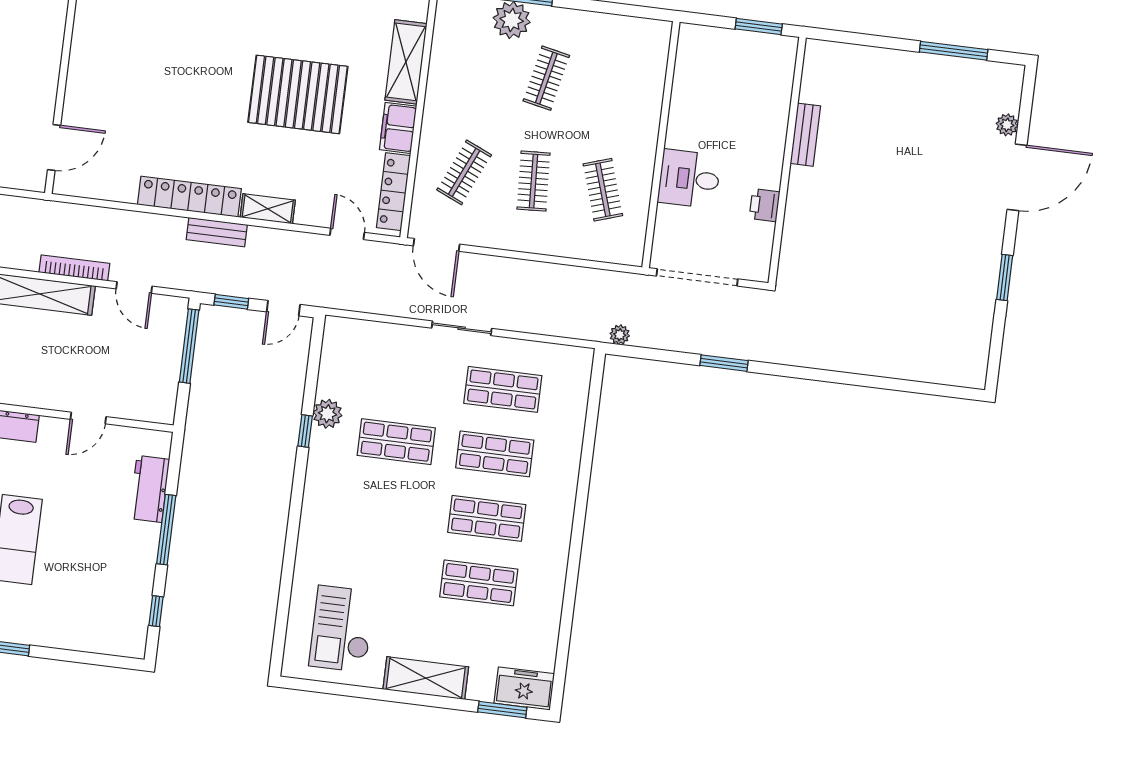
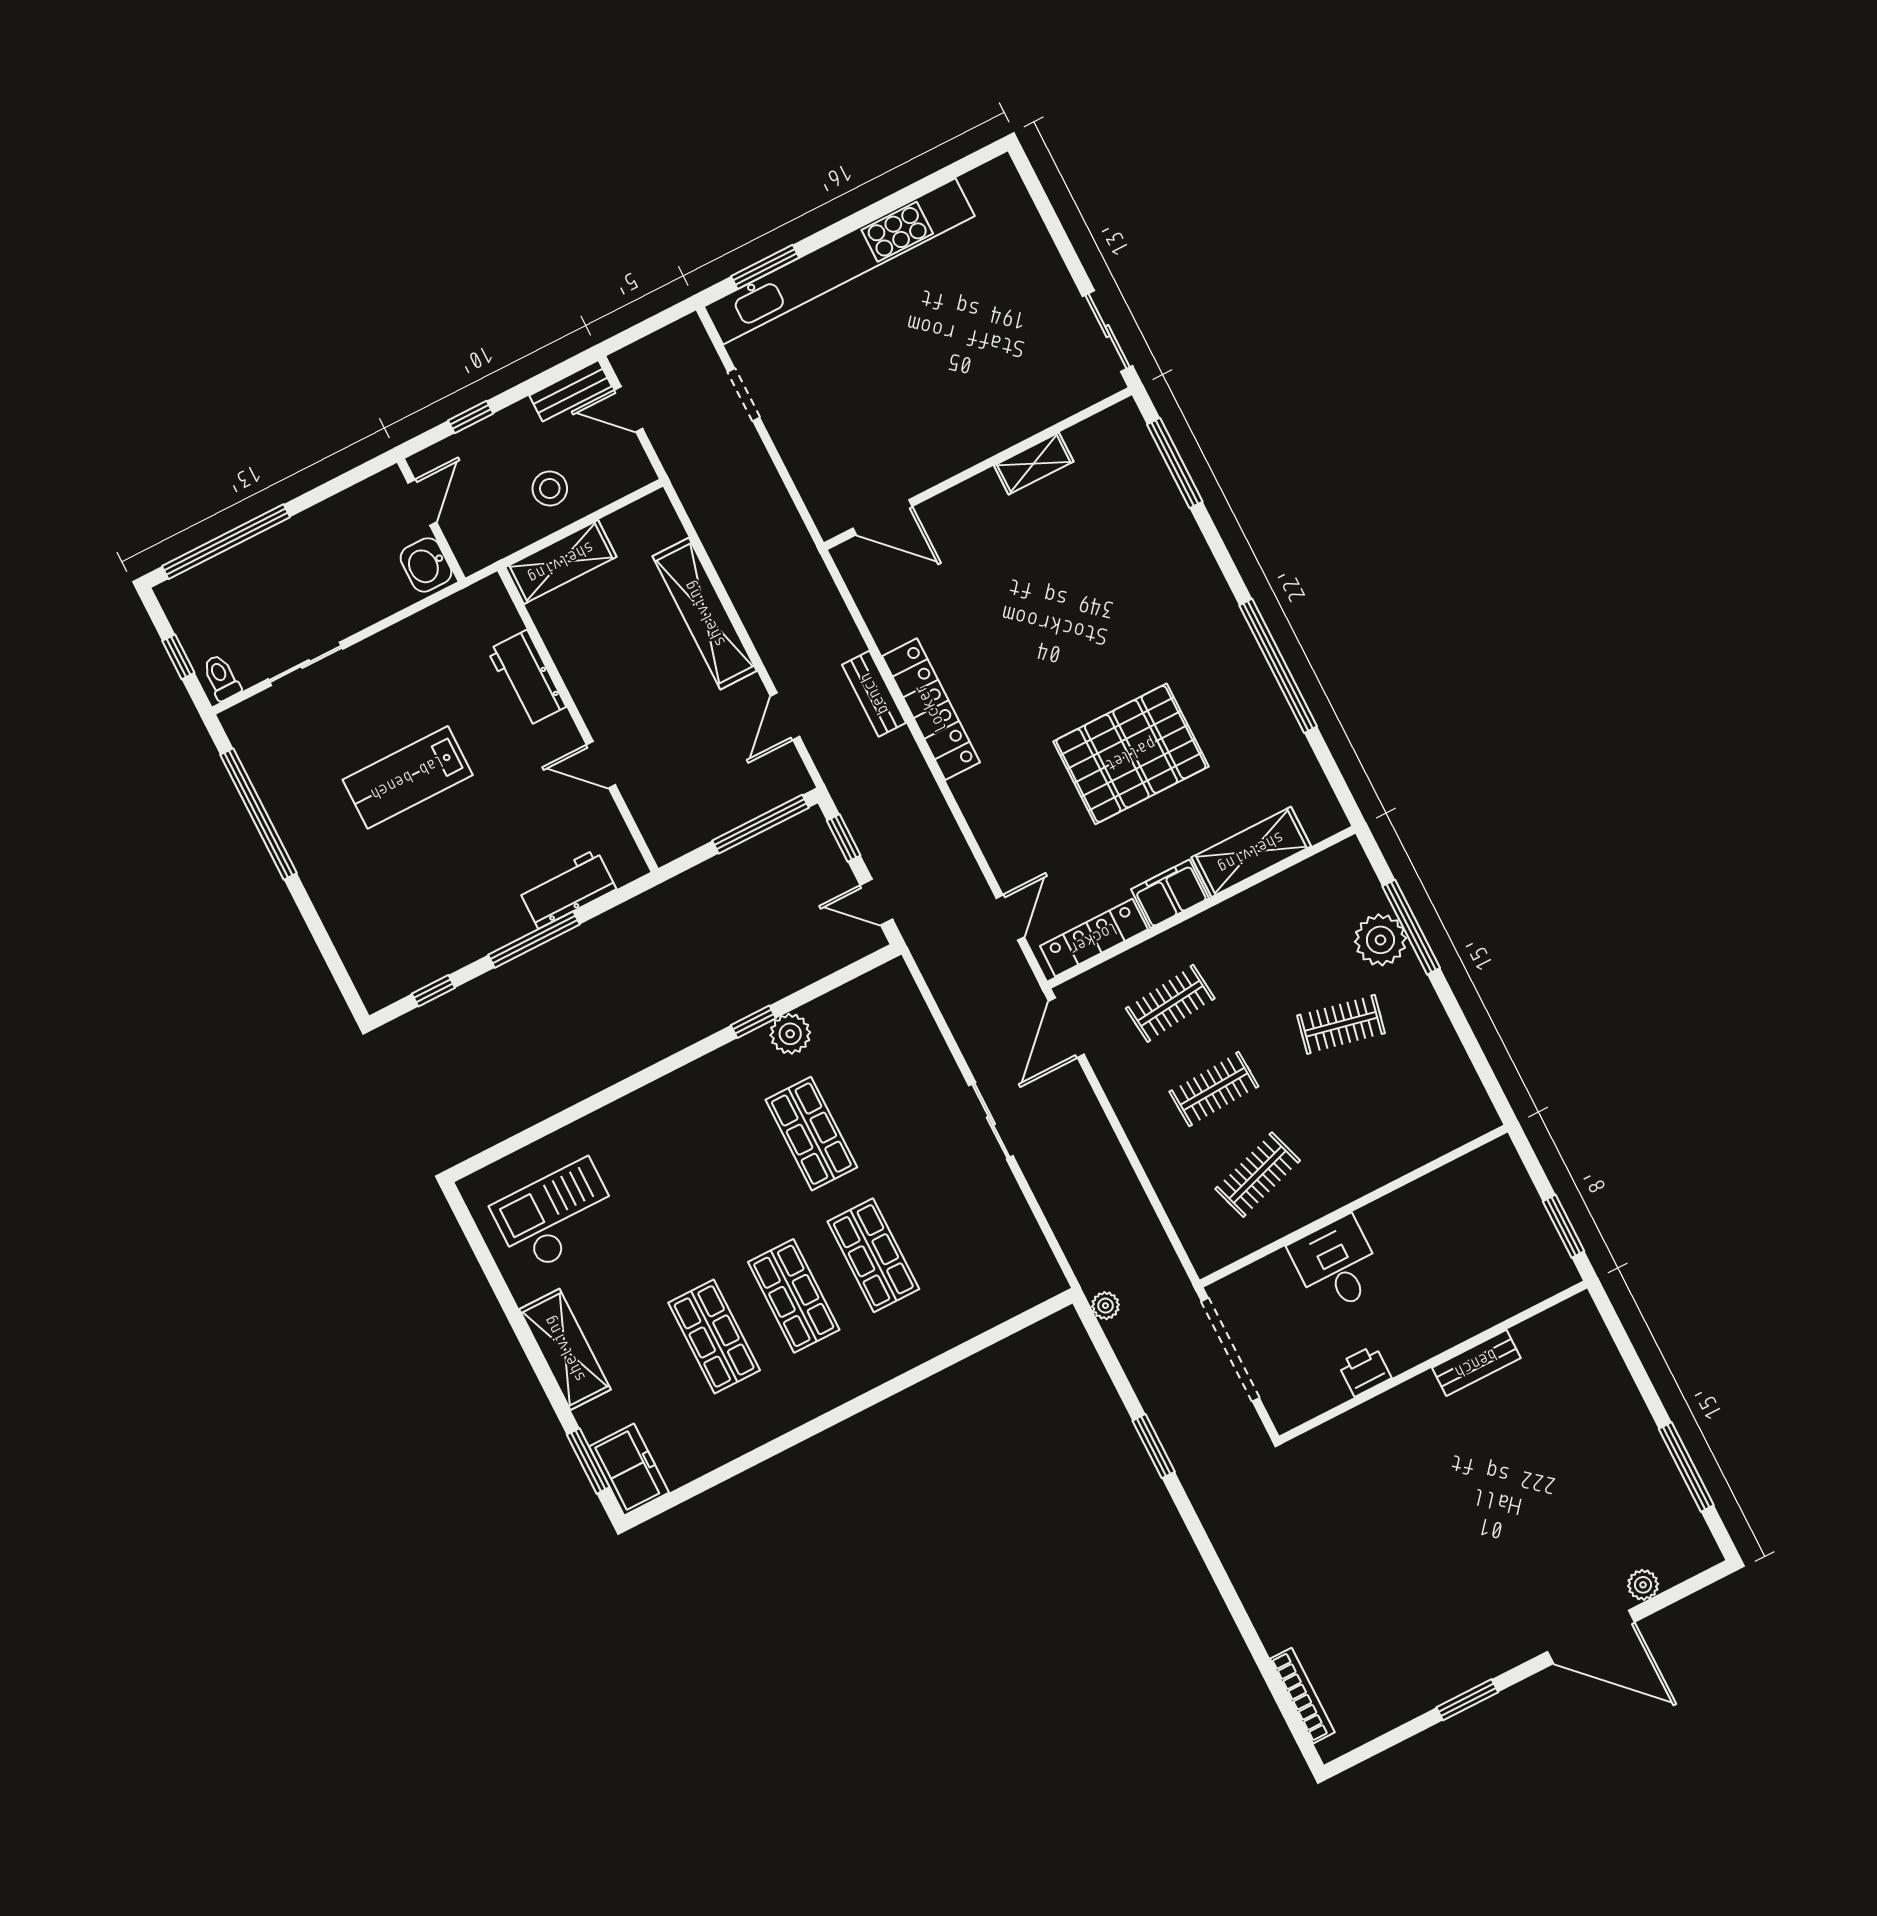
pallet: (298, 94) -> (1131, 754), turned 90
clothes rail: (464, 172) -> (1170, 1003), turned -30
shelving: (268, 209) -> (1034, 463), moved, turned 90
bench: (217, 232) -> (874, 694), moved
bookcase: (74, 268) -> (1302, 1696), moved
shop shelf: (503, 389) -> (953, 1215), removed

